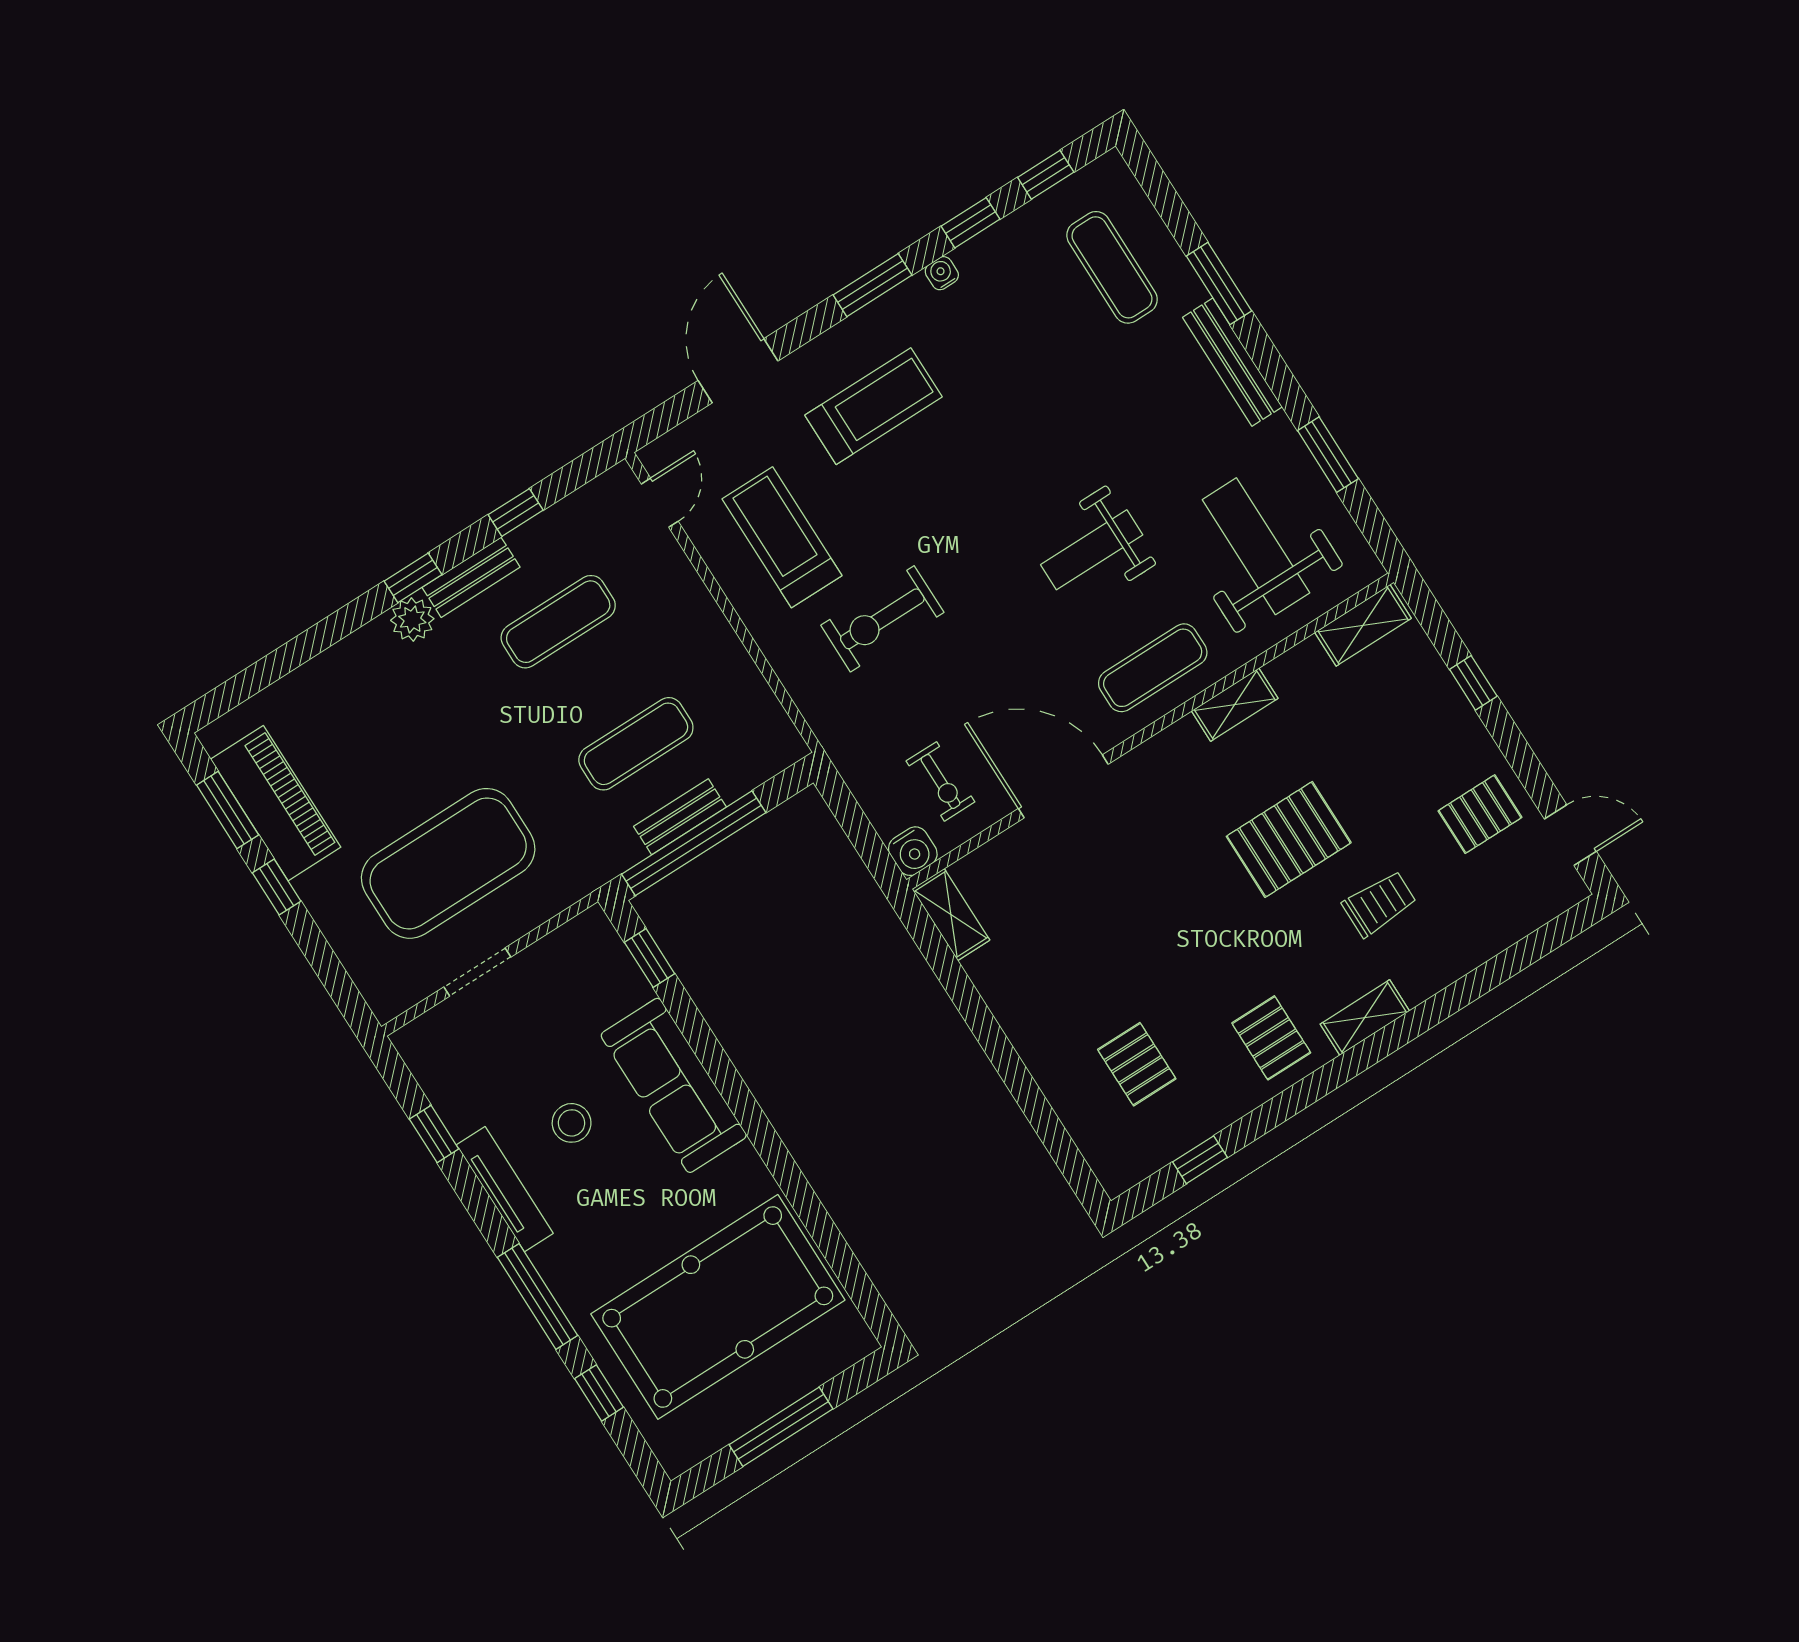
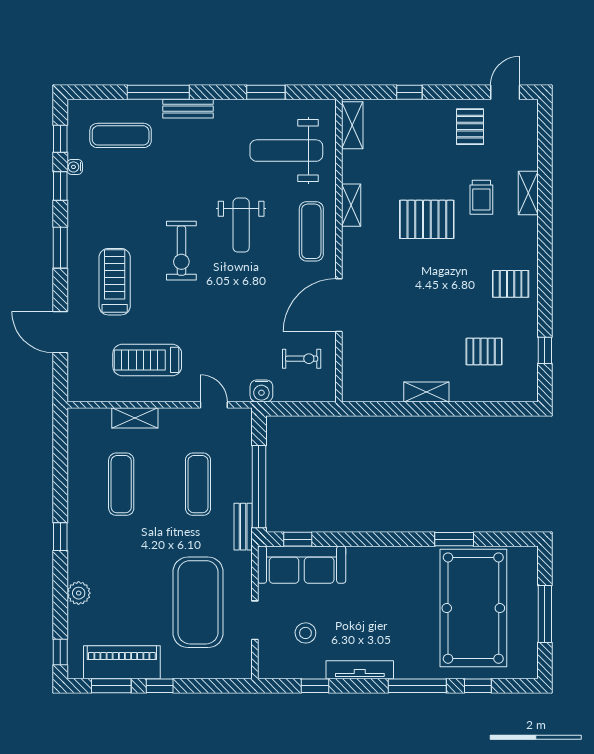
water cooler: (942, 273) -> (75, 167), moved
window: (1219, 283) -> (158, 92), width x1.44
bench: (1232, 362) -> (188, 109), width x0.73
door: (660, 503) -> (214, 405), moved
window: (516, 512) -> (60, 652), moved
shelving: (677, 576) -> (135, 418), added
bench: (471, 577) -> (77, 510), removed
plant: (412, 619) -> (79, 593), moved
exercise bike: (882, 619) -> (181, 251), moved
bench: (680, 817) -> (243, 527), moved
pallet: (1289, 839) -> (427, 219), turned 90
water cooler: (913, 851) -> (261, 391), moved, turned 90
trolley: (1379, 904) -> (481, 197), turned 180
shelving: (951, 915) -> (426, 392), moved
shelving: (1365, 1018) -> (528, 193), moved
sofa: (674, 1085) -> (302, 565), moved
stool: (572, 1123) -> (305, 633), moved
window: (808, 1207) -> (454, 539), added

